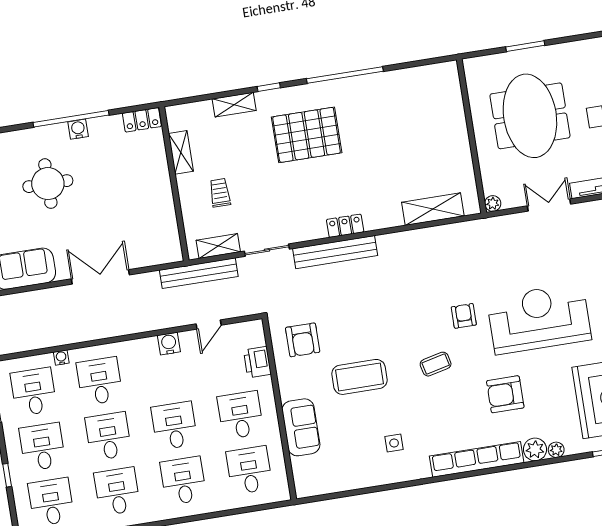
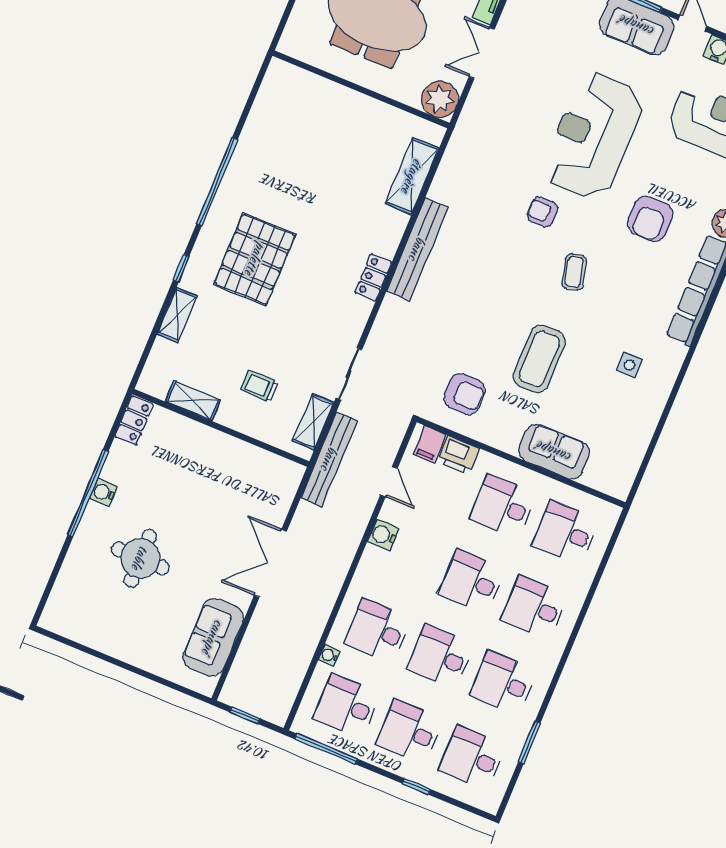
plant: (493, 203) -> (440, 99), width x1.88, depth x1.88
bench: (335, 252) -> (417, 249), moved
filing cabinet: (252, 337) -> (429, 444), added

